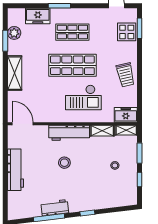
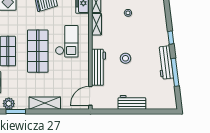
workbench: (69, 133) -> (99, 67), moved
workbench: (15, 170) -> (132, 102), width x0.73
workbench: (55, 208) -> (165, 63), width x1.38

